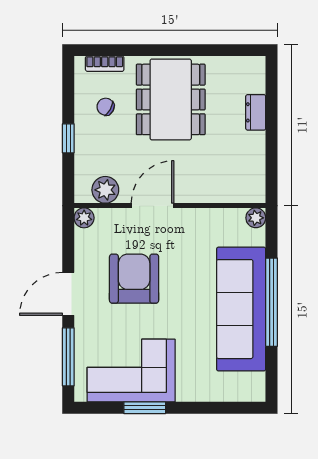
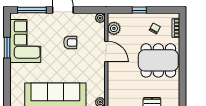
armchair: (134, 279) -> (70, 42), width x0.53, depth x0.53

